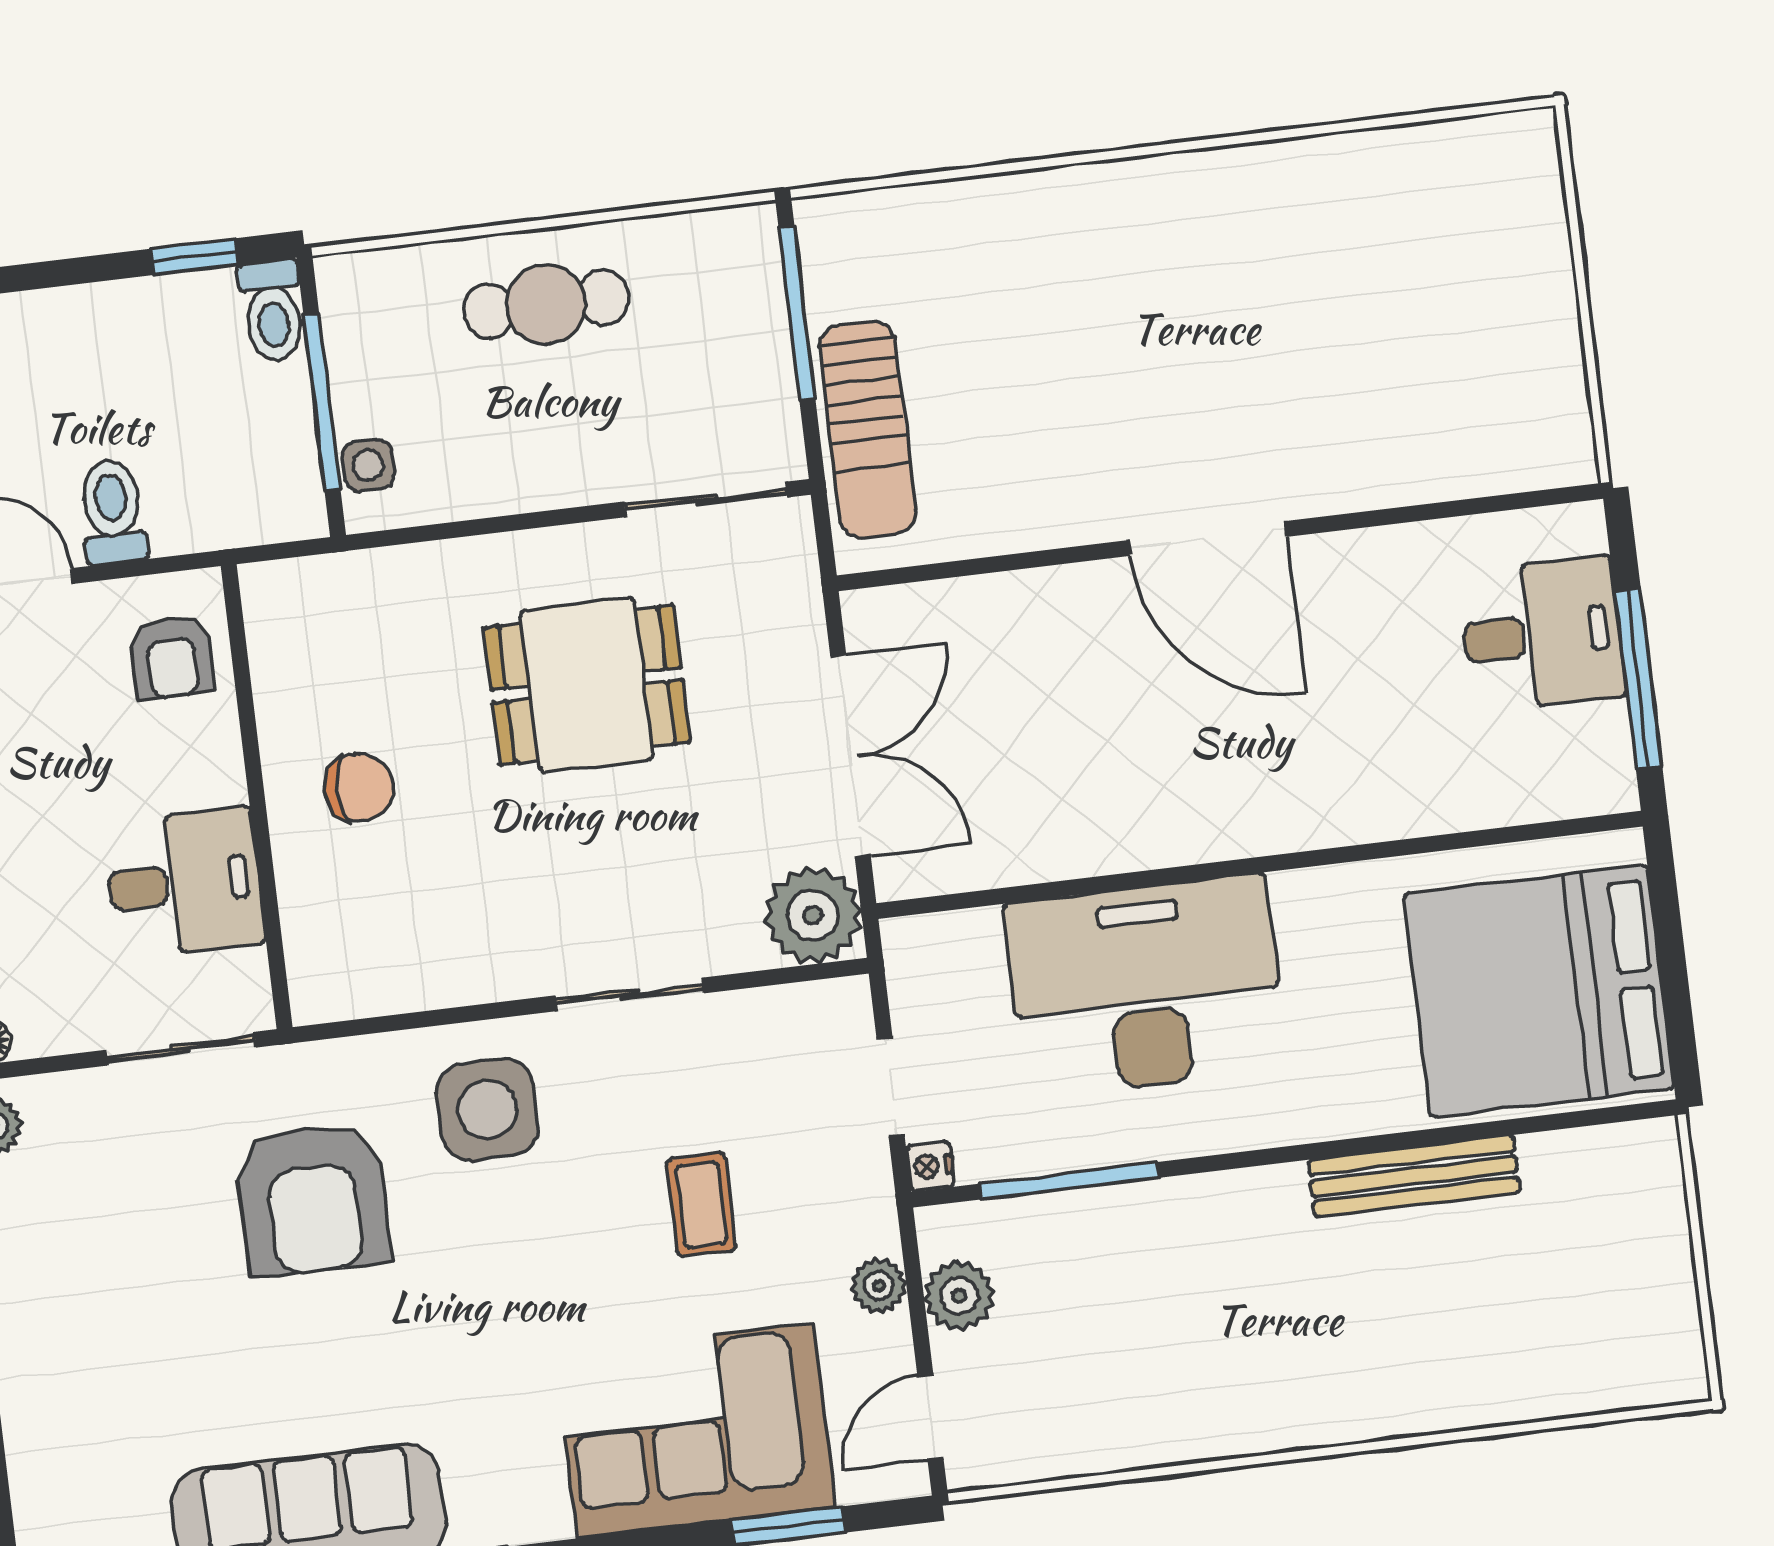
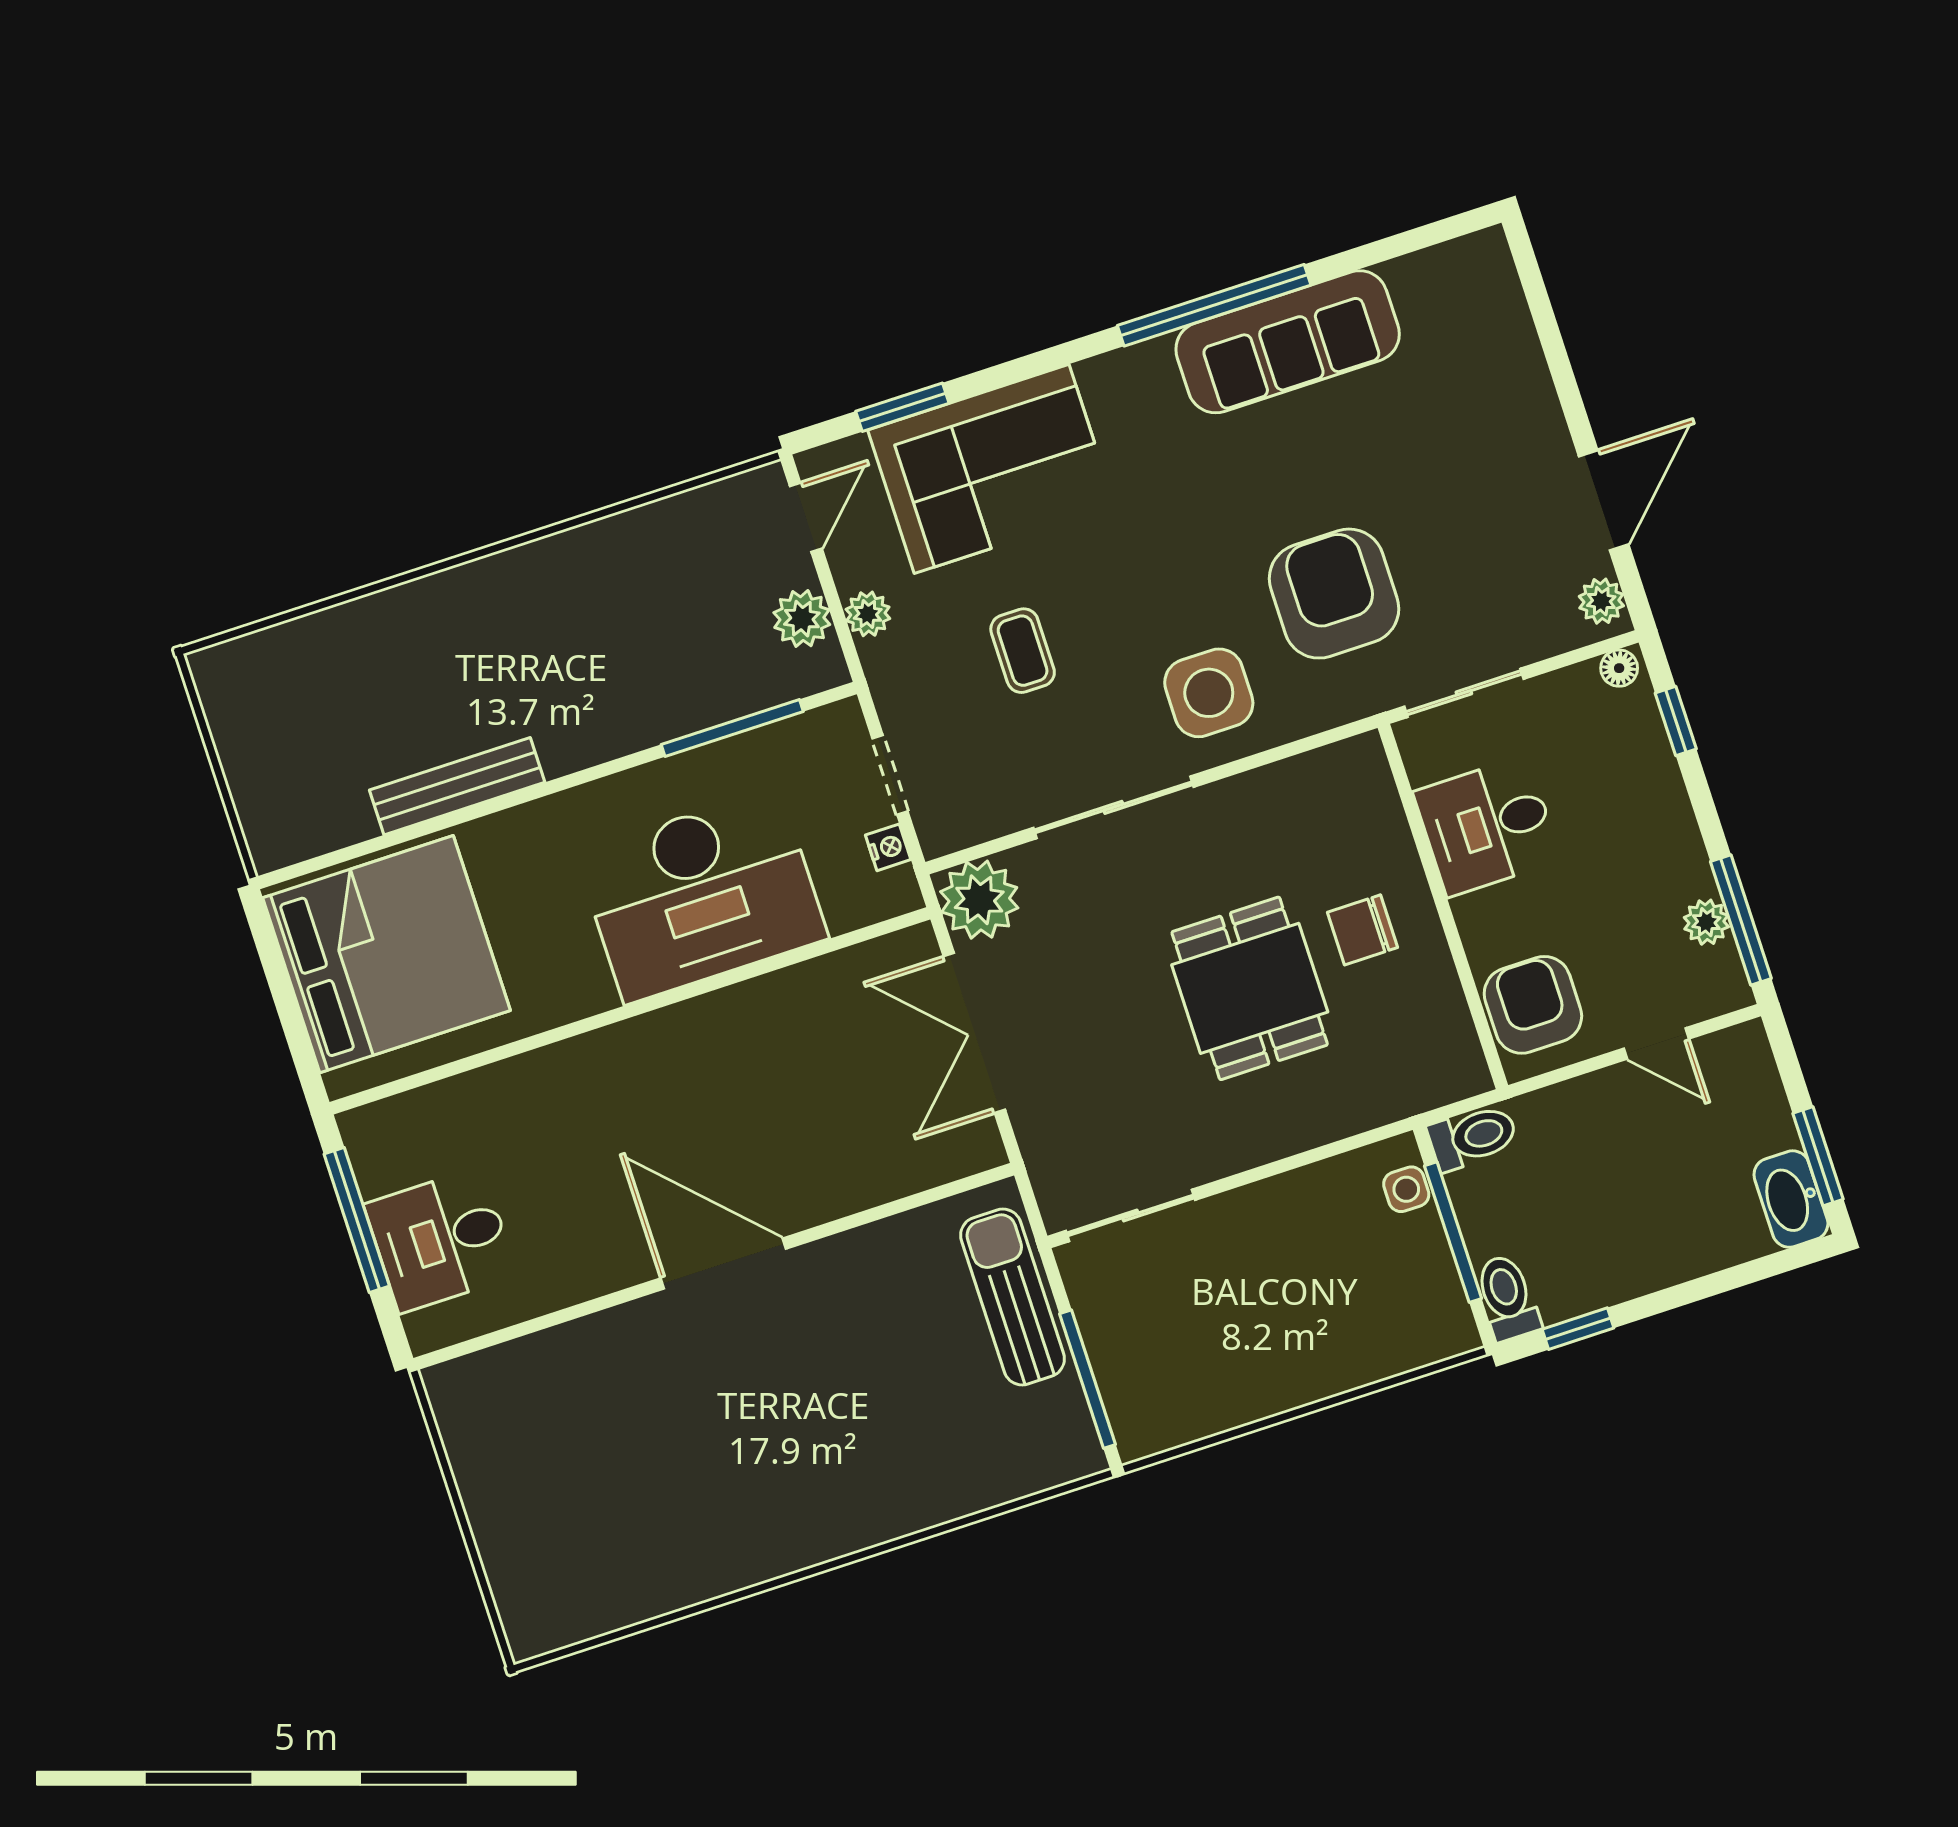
cafe table: (546, 304) -> (1289, 1346), removed
toilet: (112, 512) -> (1473, 1137), moved, turned -90
armchair: (172, 657) -> (1533, 1005), width x1.38, depth x1.38
dining table: (587, 685) -> (1250, 988), moved, turned 90
sliding door: (629, 994) -> (1113, 807), width x1.37
nightstand: (930, 1166) -> (888, 847), moved

